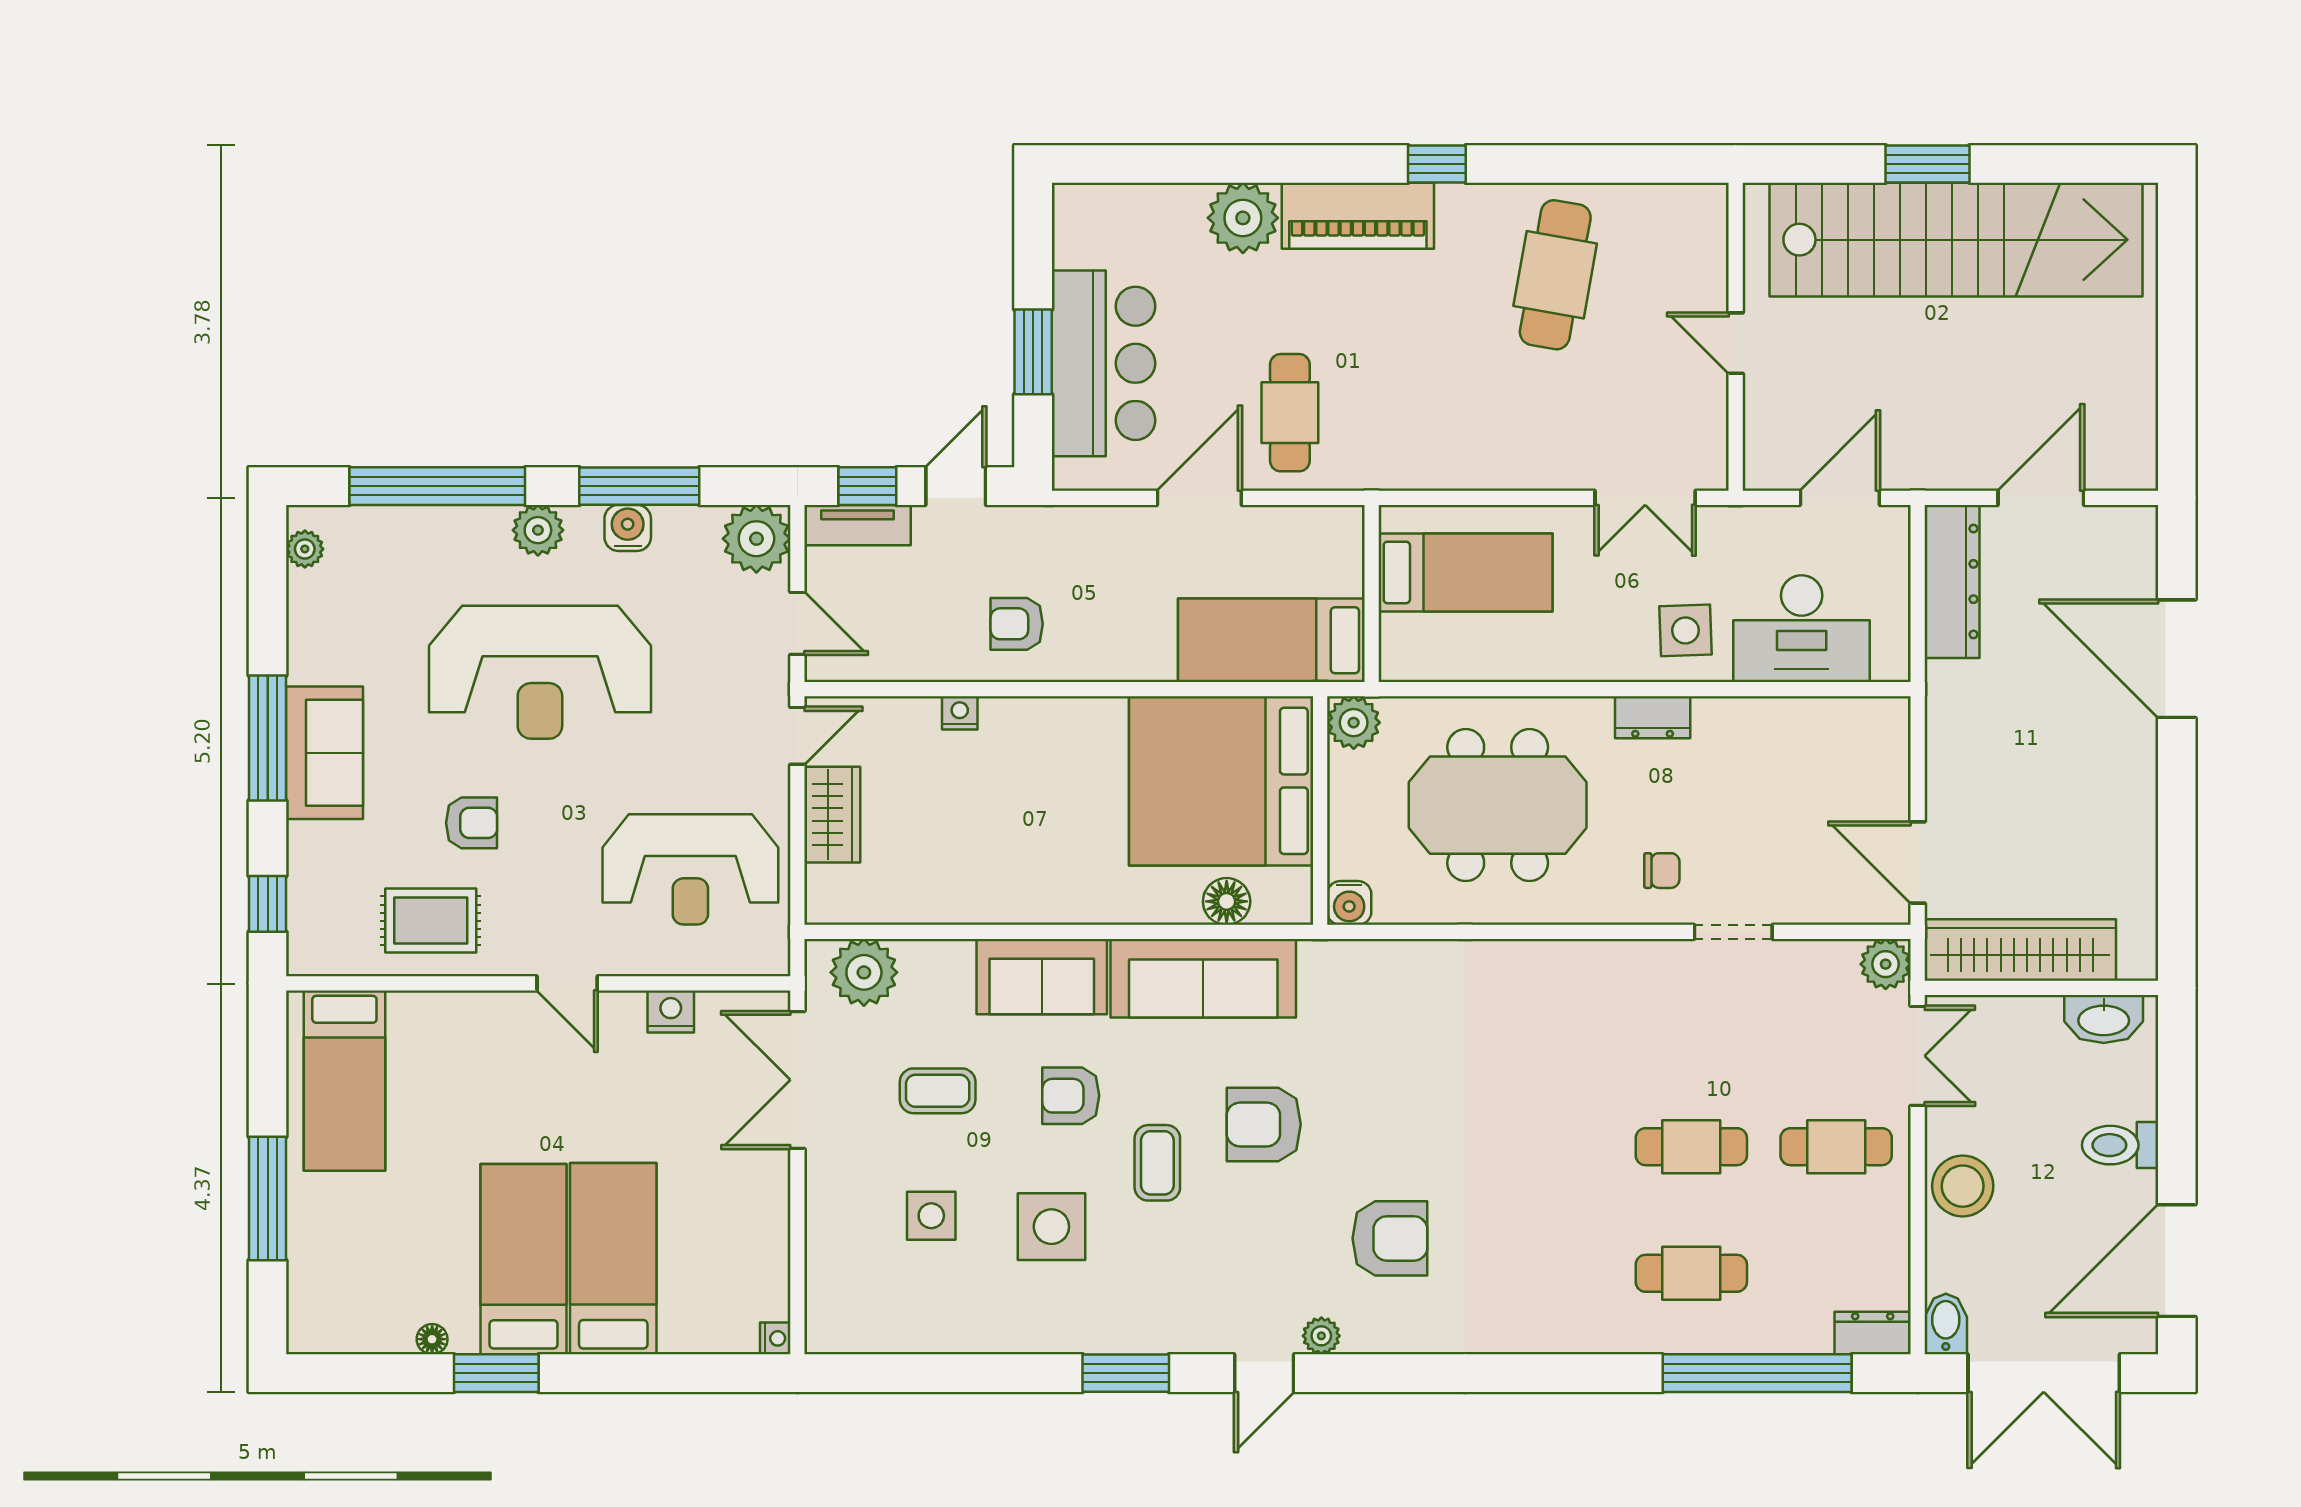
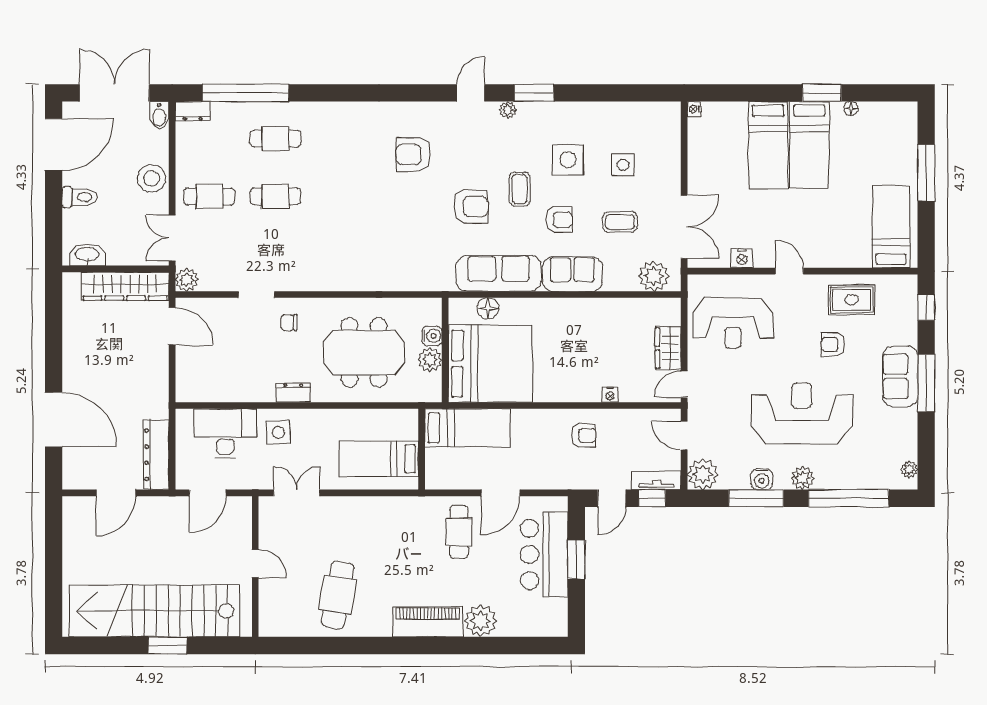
window: (1437, 164) -> (392, 645), removed
plant: (1354, 723) -> (430, 360), moved
reception desk: (690, 869) -> (733, 323), turned 180
water cooler: (1349, 903) -> (432, 336), moved, turned 90
plant: (1321, 1336) -> (508, 110), moved

